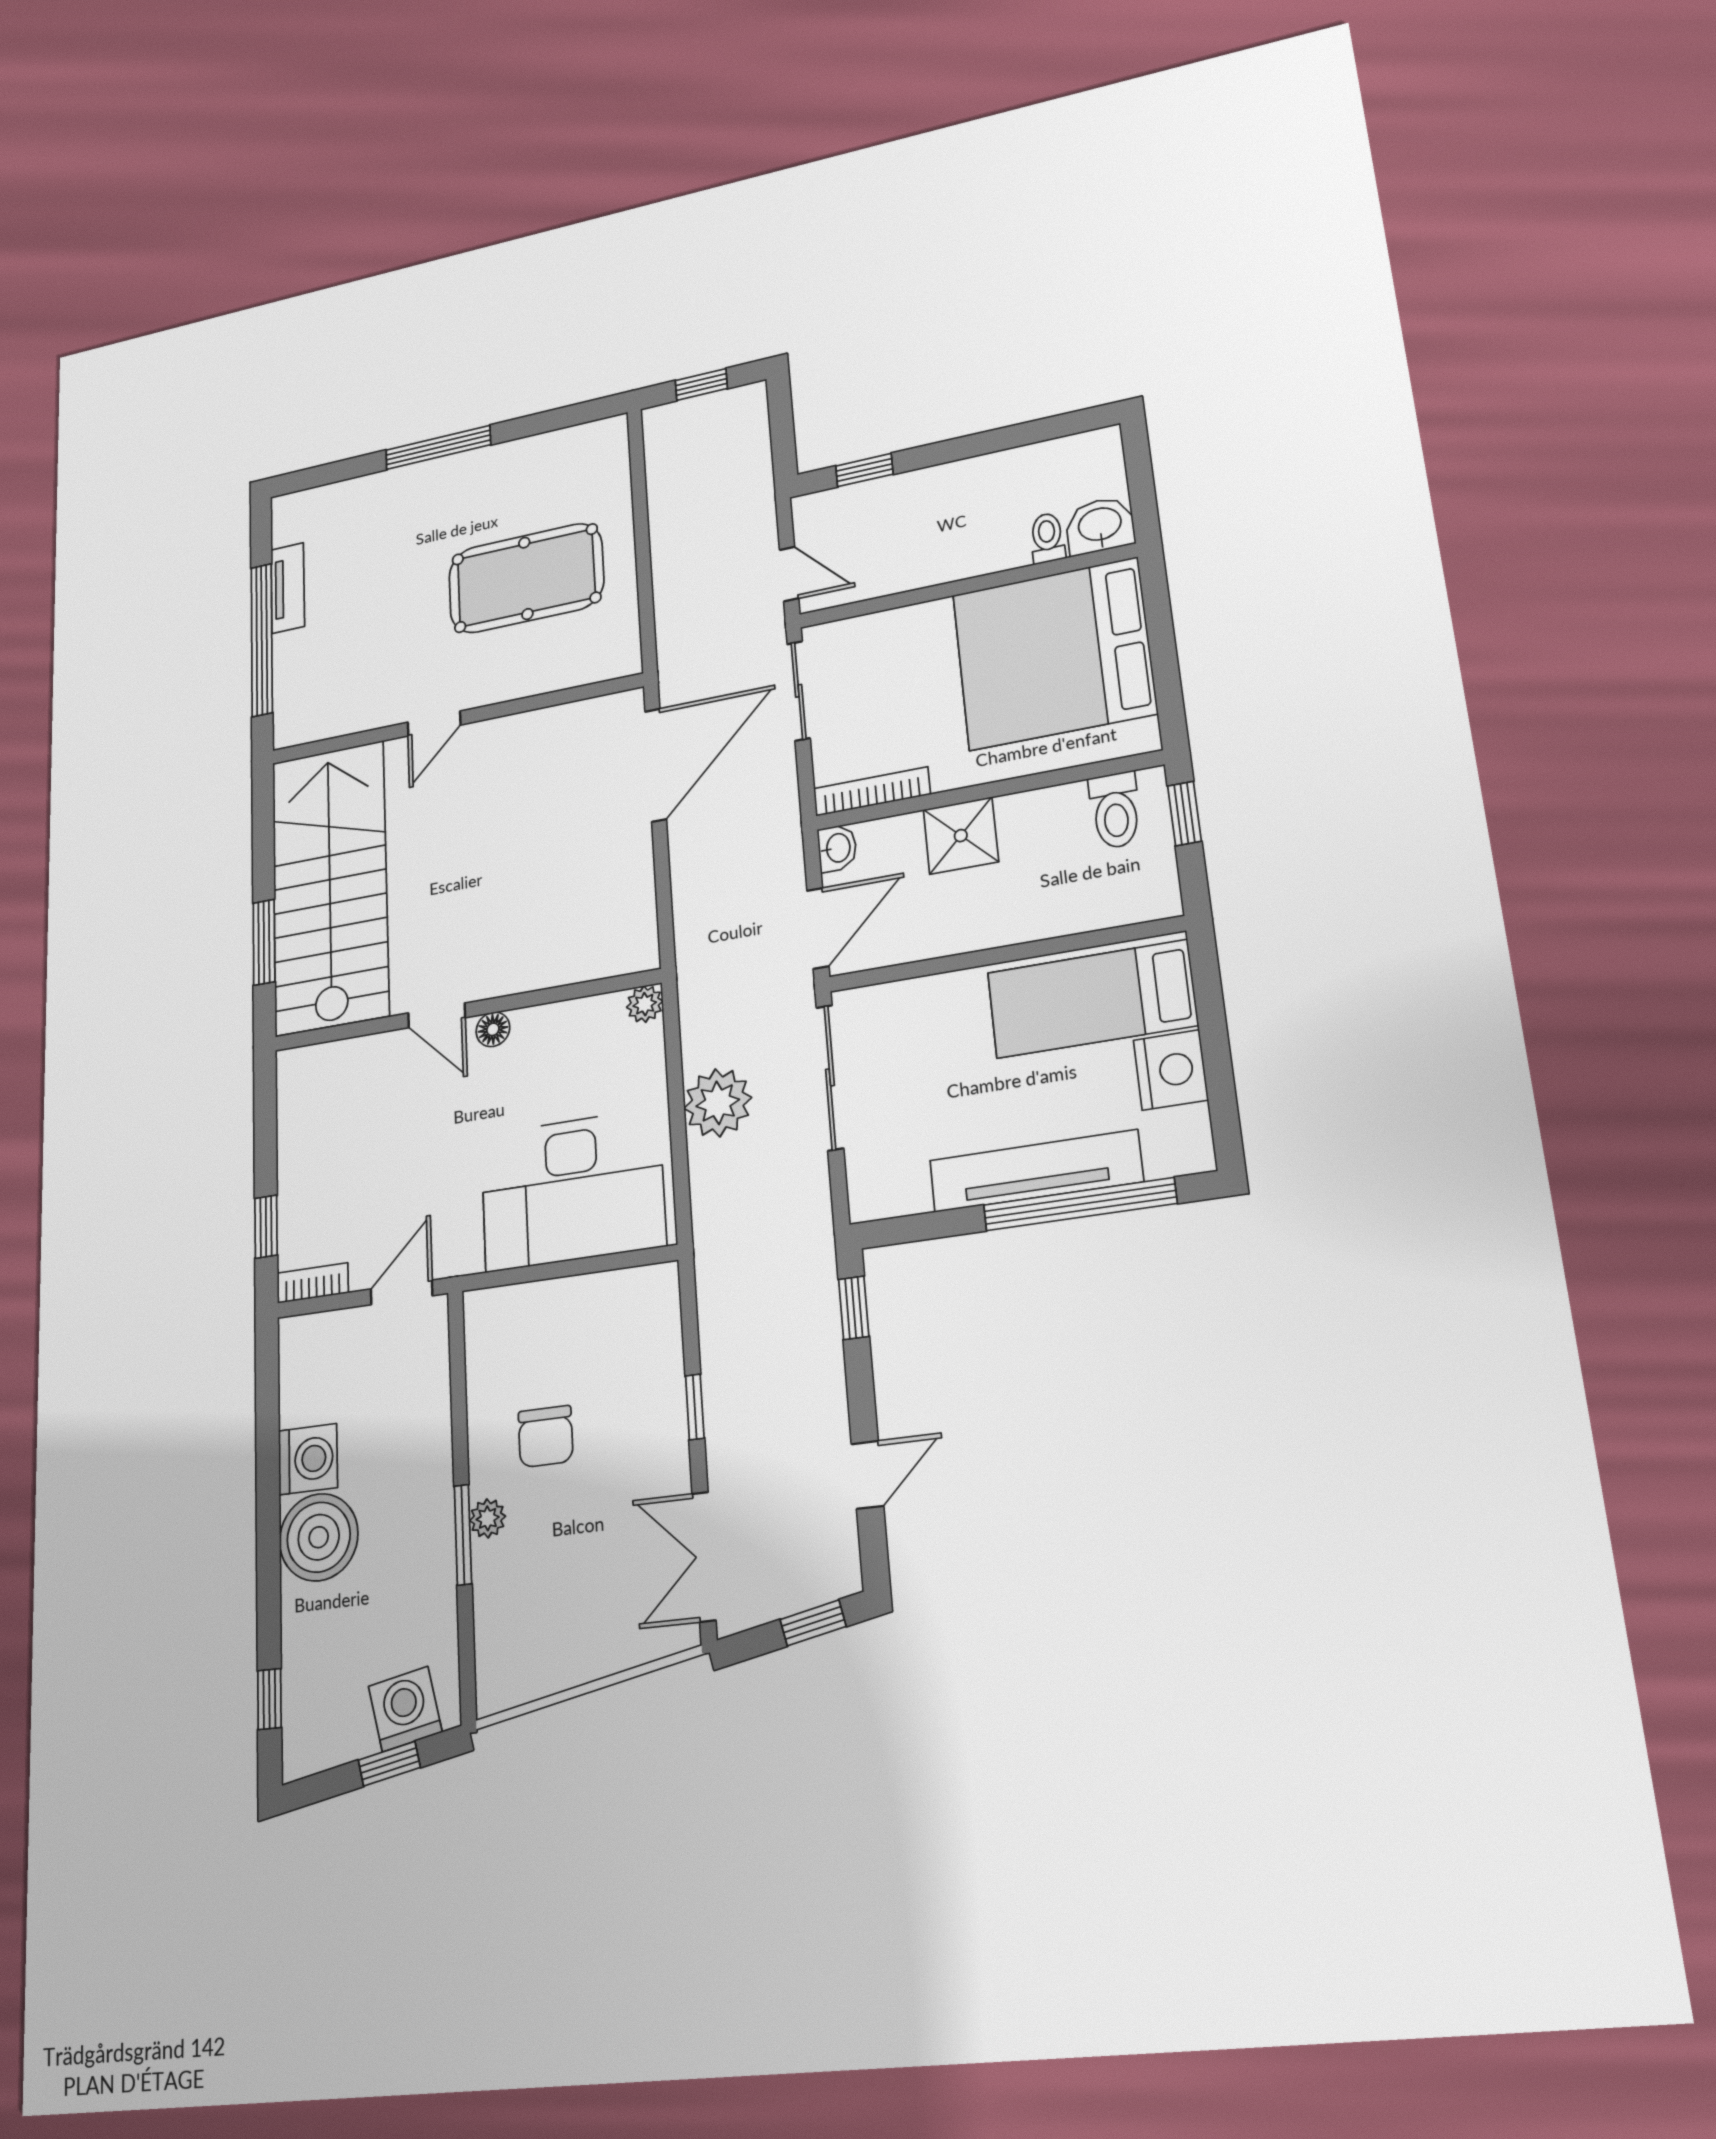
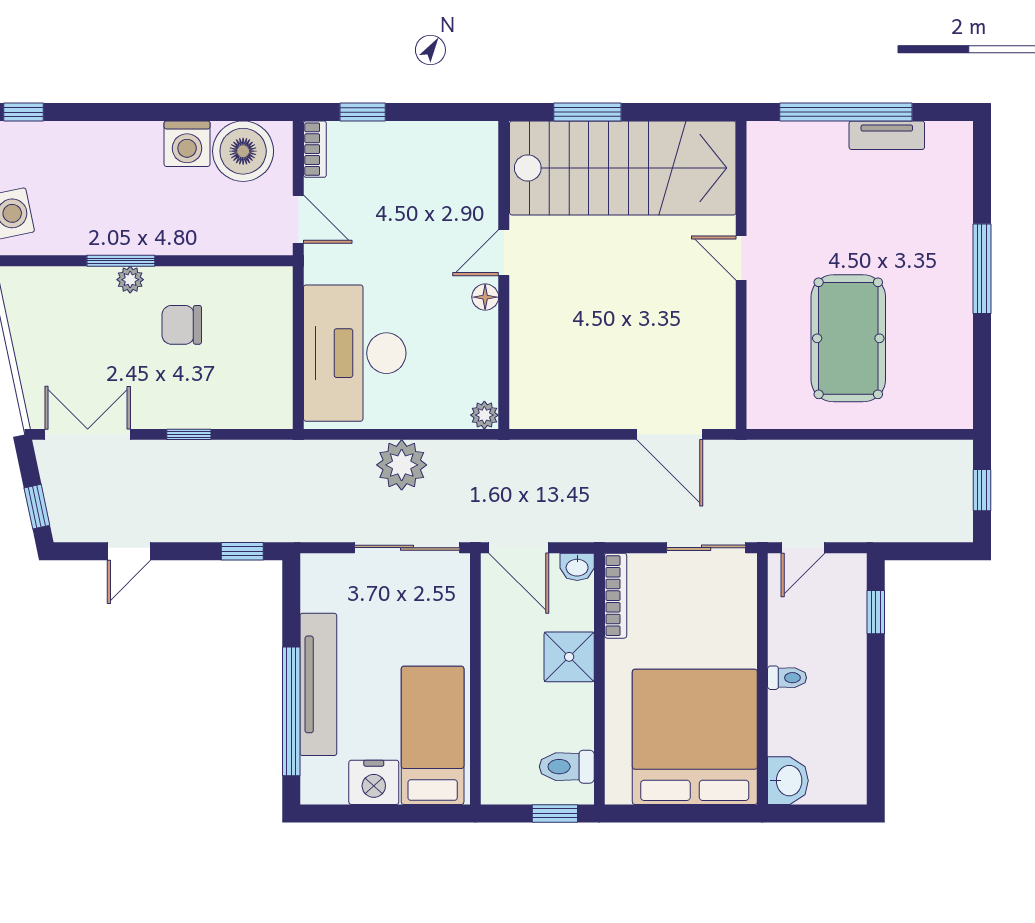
toilet: (1047, 538) -> (787, 678), moved
door: (656, 765) -> (670, 434), width x0.73
door: (867, 1475) -> (129, 551), hinge flipped
boiler: (319, 1537) -> (243, 151), moved

